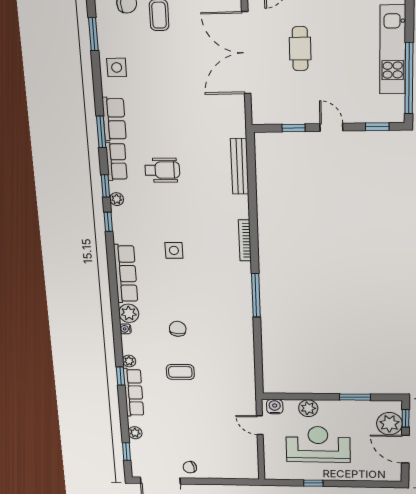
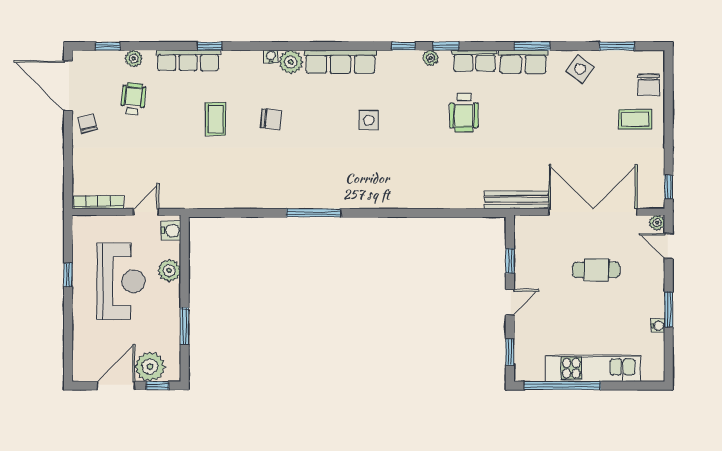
side table: (117, 67) -> (580, 69), turned 37
window: (101, 132) -> (532, 46), moved
bench: (240, 166) -> (517, 200), moved
bookcase: (245, 240) -> (98, 202), moved
plant: (129, 361) -> (229, 58), removed
wheelchair: (168, 433) -> (133, 99), added

